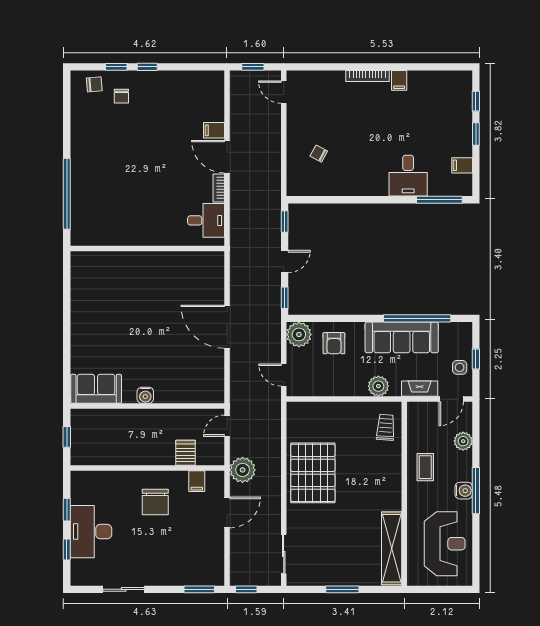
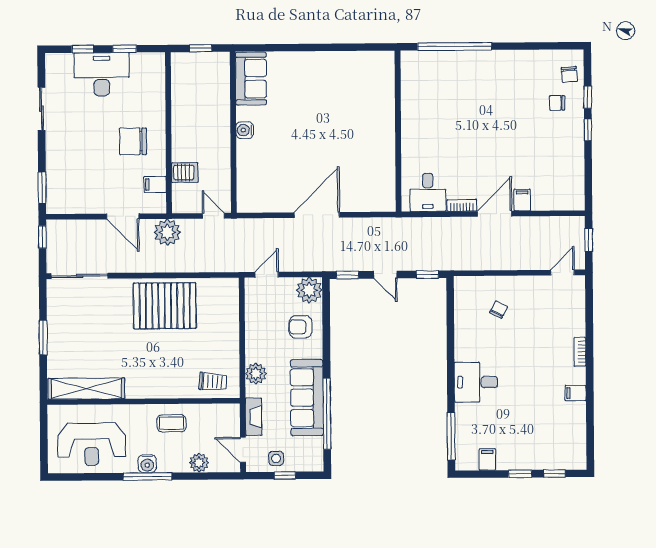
bookcase: (367, 76) -> (580, 352), width x0.64
desk: (408, 176) -> (476, 382), moved
sliding door: (284, 554) -> (80, 276), width x1.37

